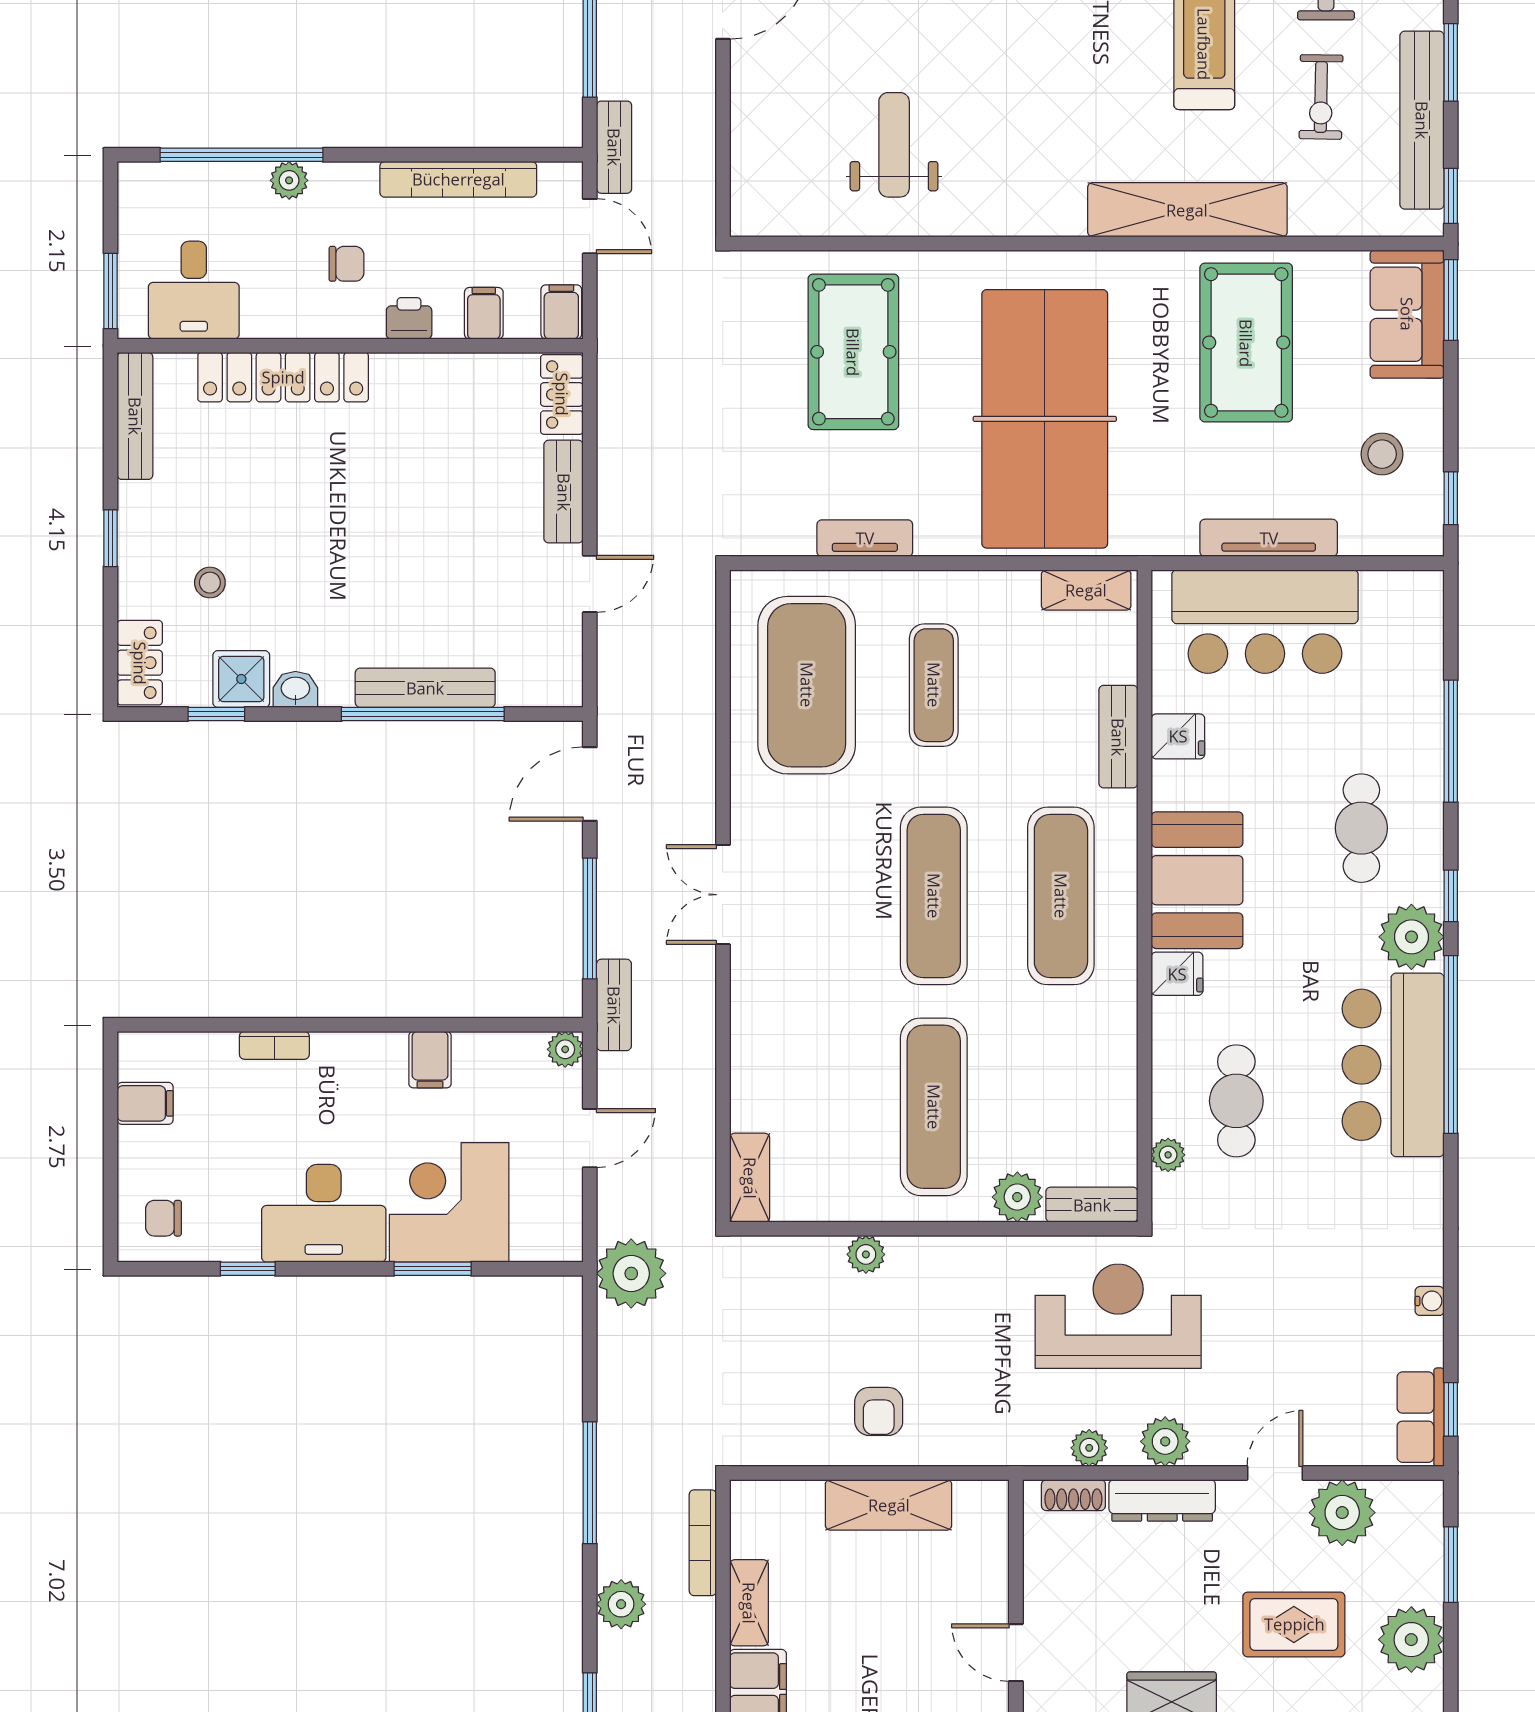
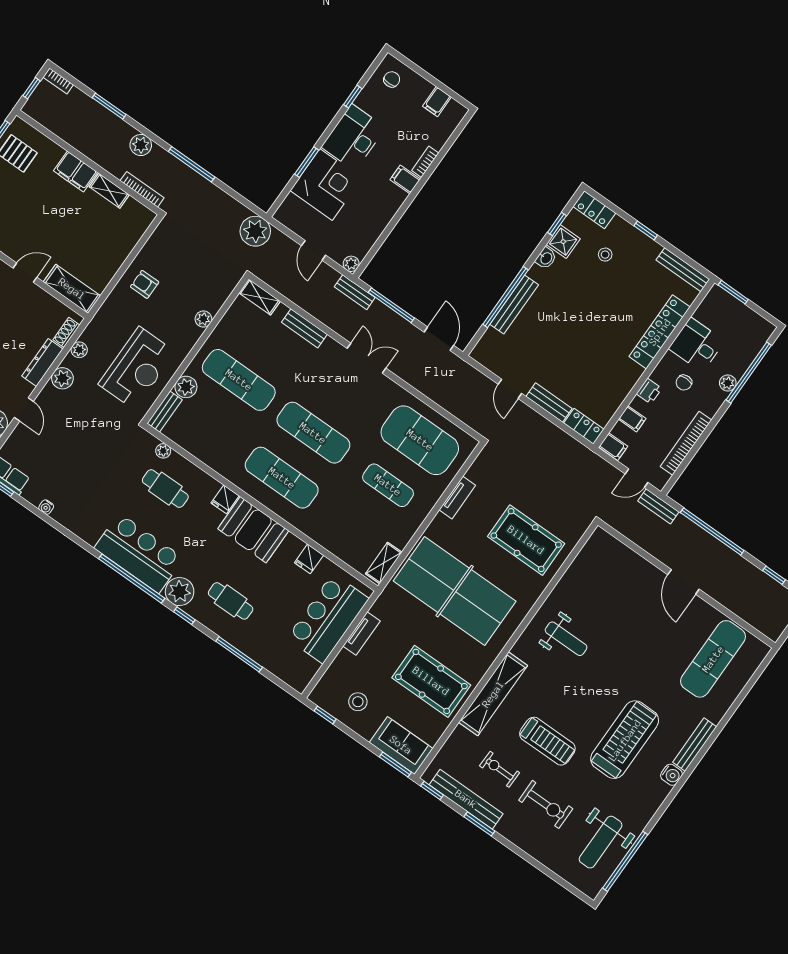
weight bench: (894, 145) -> (566, 639), moved
desk: (194, 290) -> (697, 345), moved
tv unit: (1269, 538) -> (362, 634), width x0.71
bench: (1118, 737) -> (304, 328), moved
filing cabinet: (430, 1060) -> (405, 179), moved
reception desk: (1118, 1316) -> (137, 368), moved
shelving: (889, 1505) -> (72, 289), moved, turned 90

